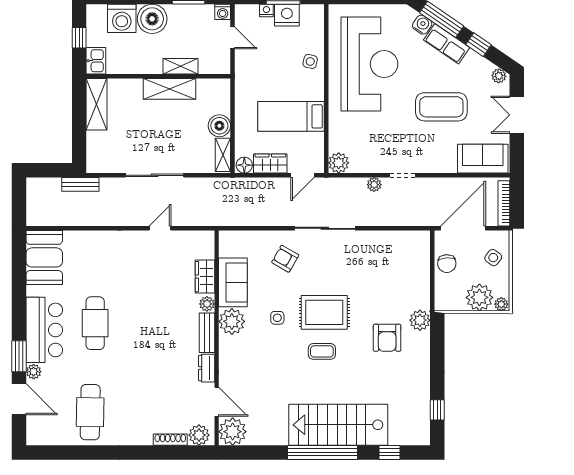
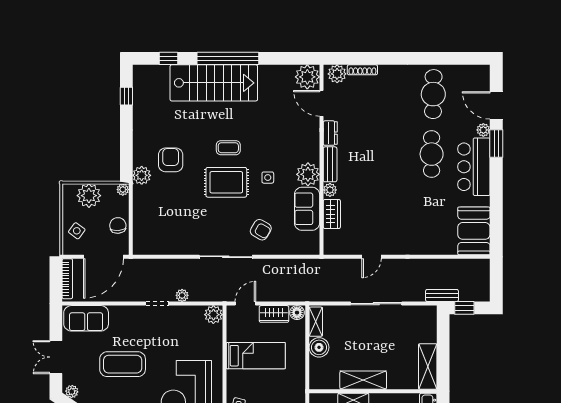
double door: (517, 115) -> (56, 357), swing flipped
window: (55, 170) -> (464, 308), added
plant: (501, 304) -> (123, 190), moved
cafe table: (95, 323) -> (432, 154), moved

